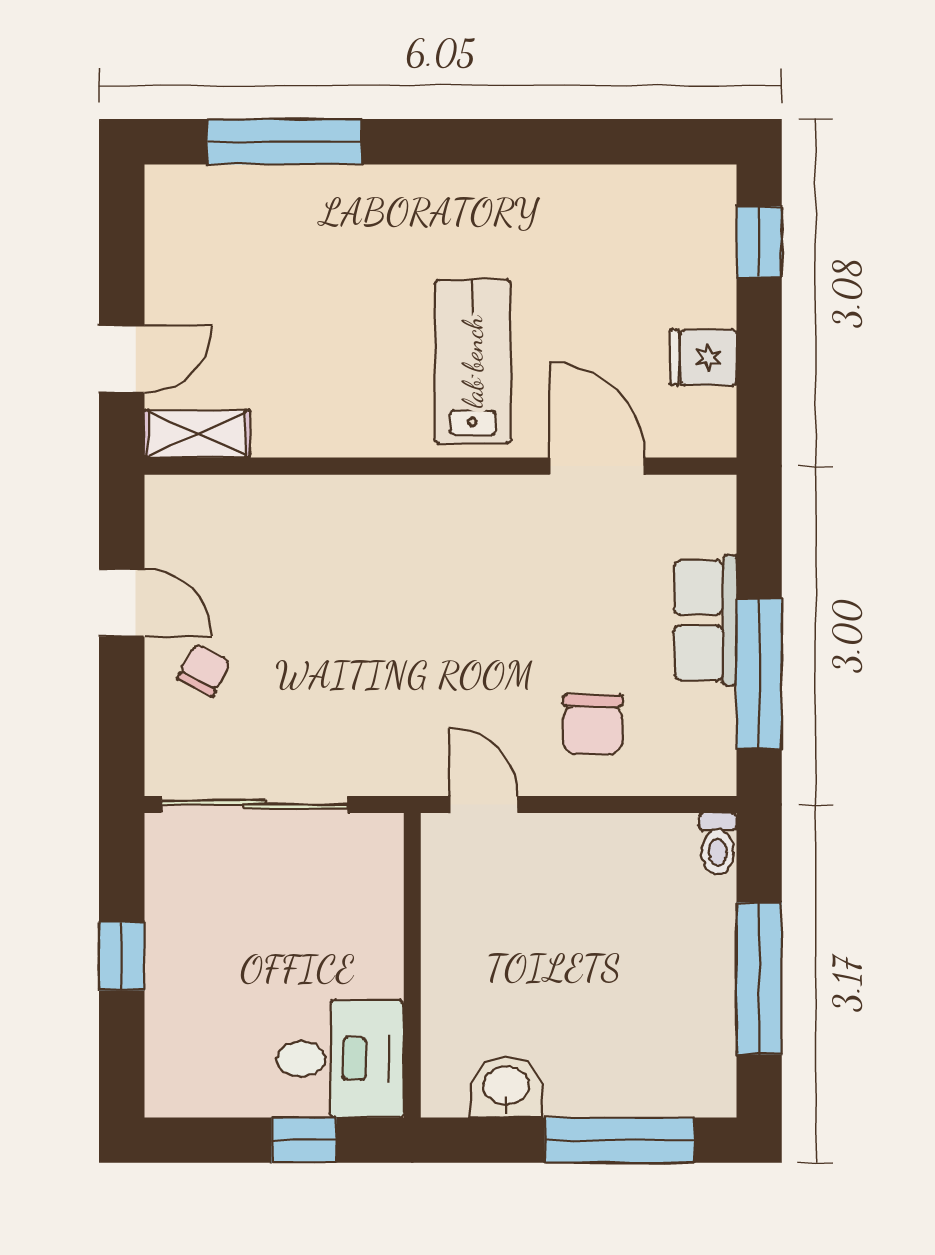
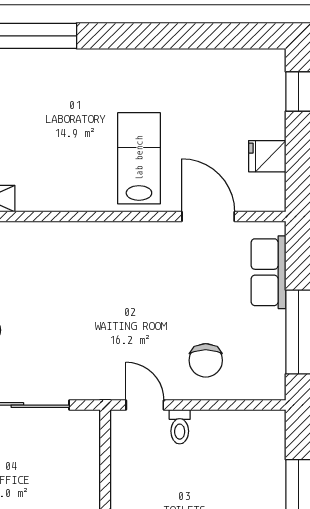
row of seats: (705, 620) -> (268, 272), moved
toilet: (718, 844) -> (180, 427), moved

